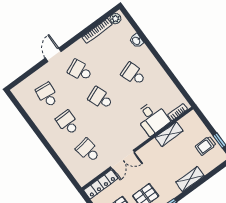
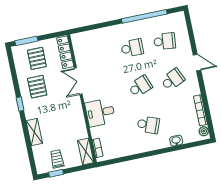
school desk: (133, 74) -> (148, 125), turned 39
desk: (152, 118) -> (100, 112), moved
window: (32, 125) -> (144, 16), added
shelving: (169, 134) -> (86, 152), moved
school desk: (88, 150) -> (100, 55), removed

